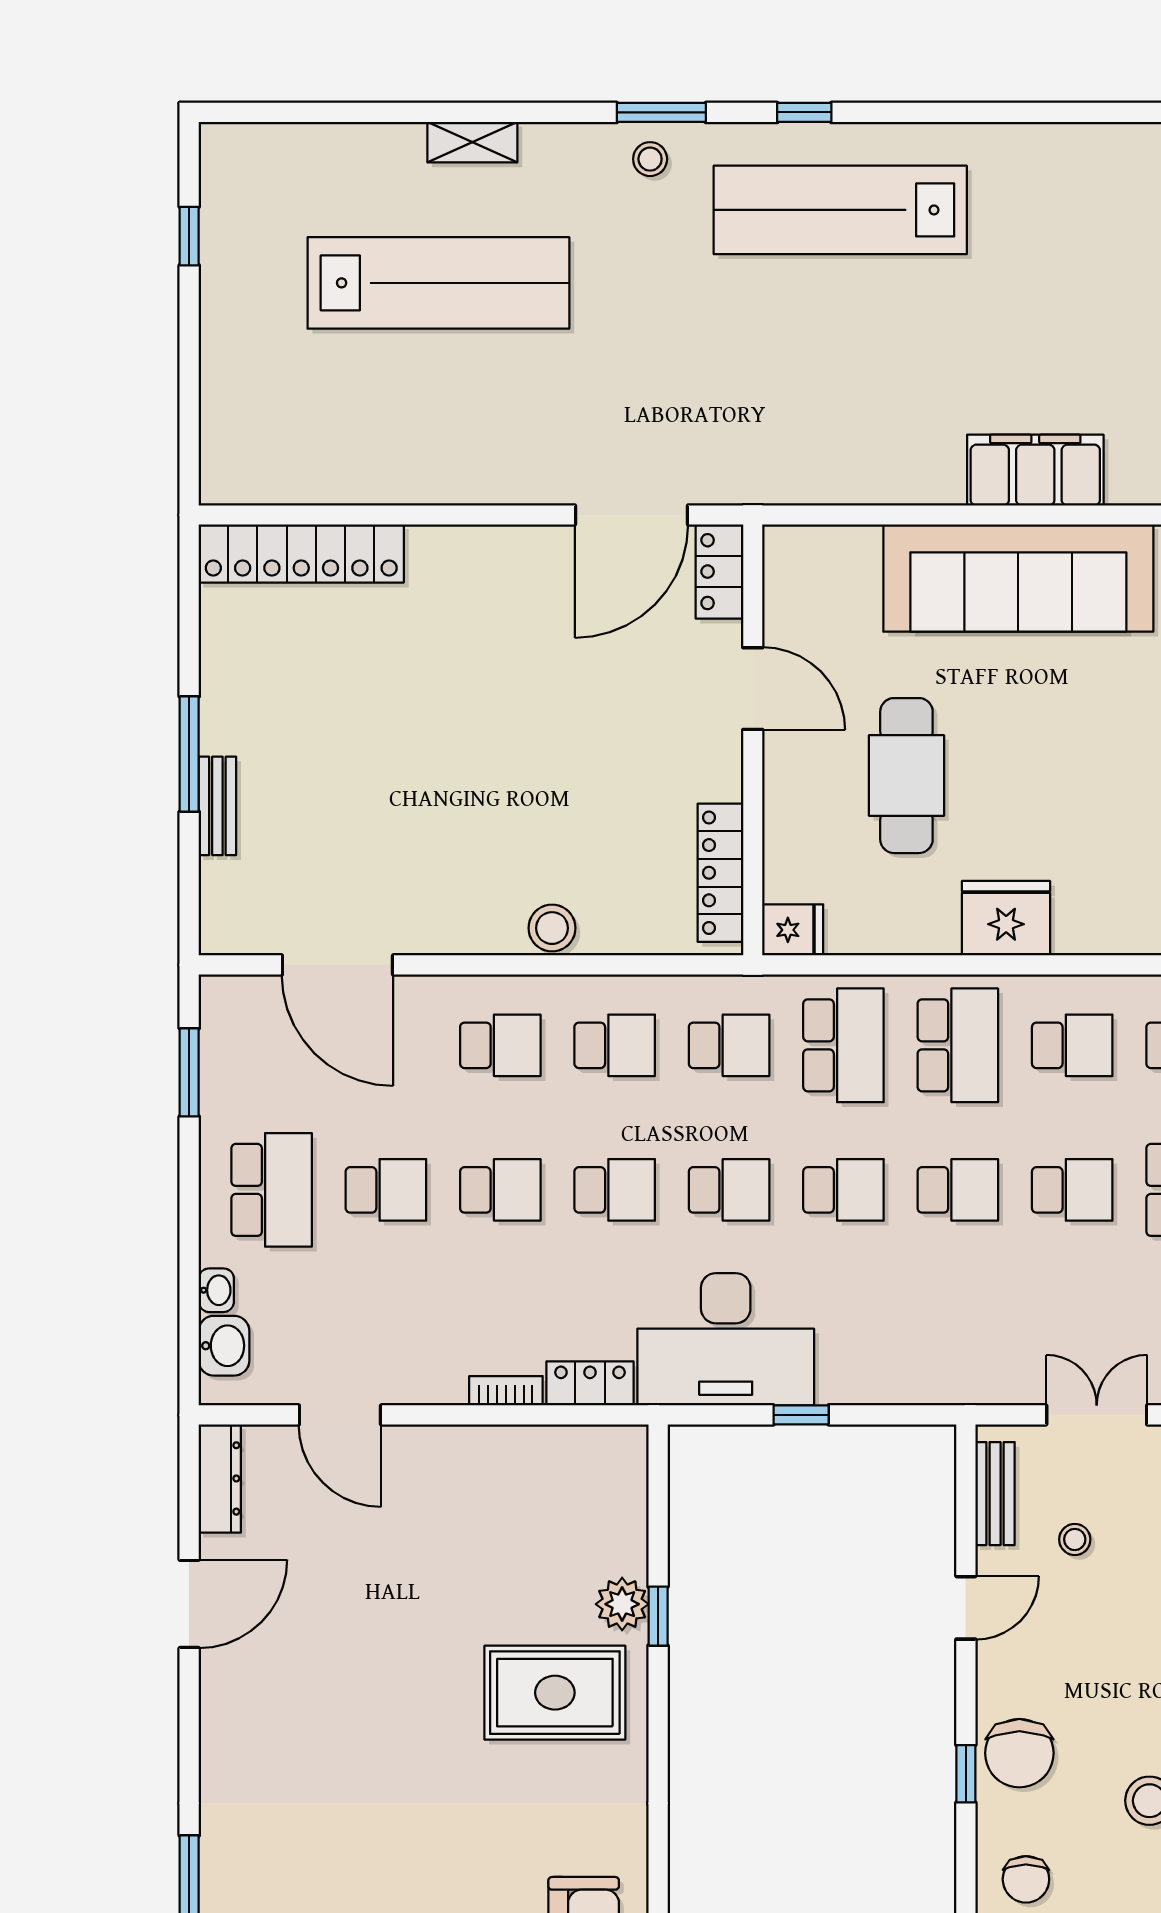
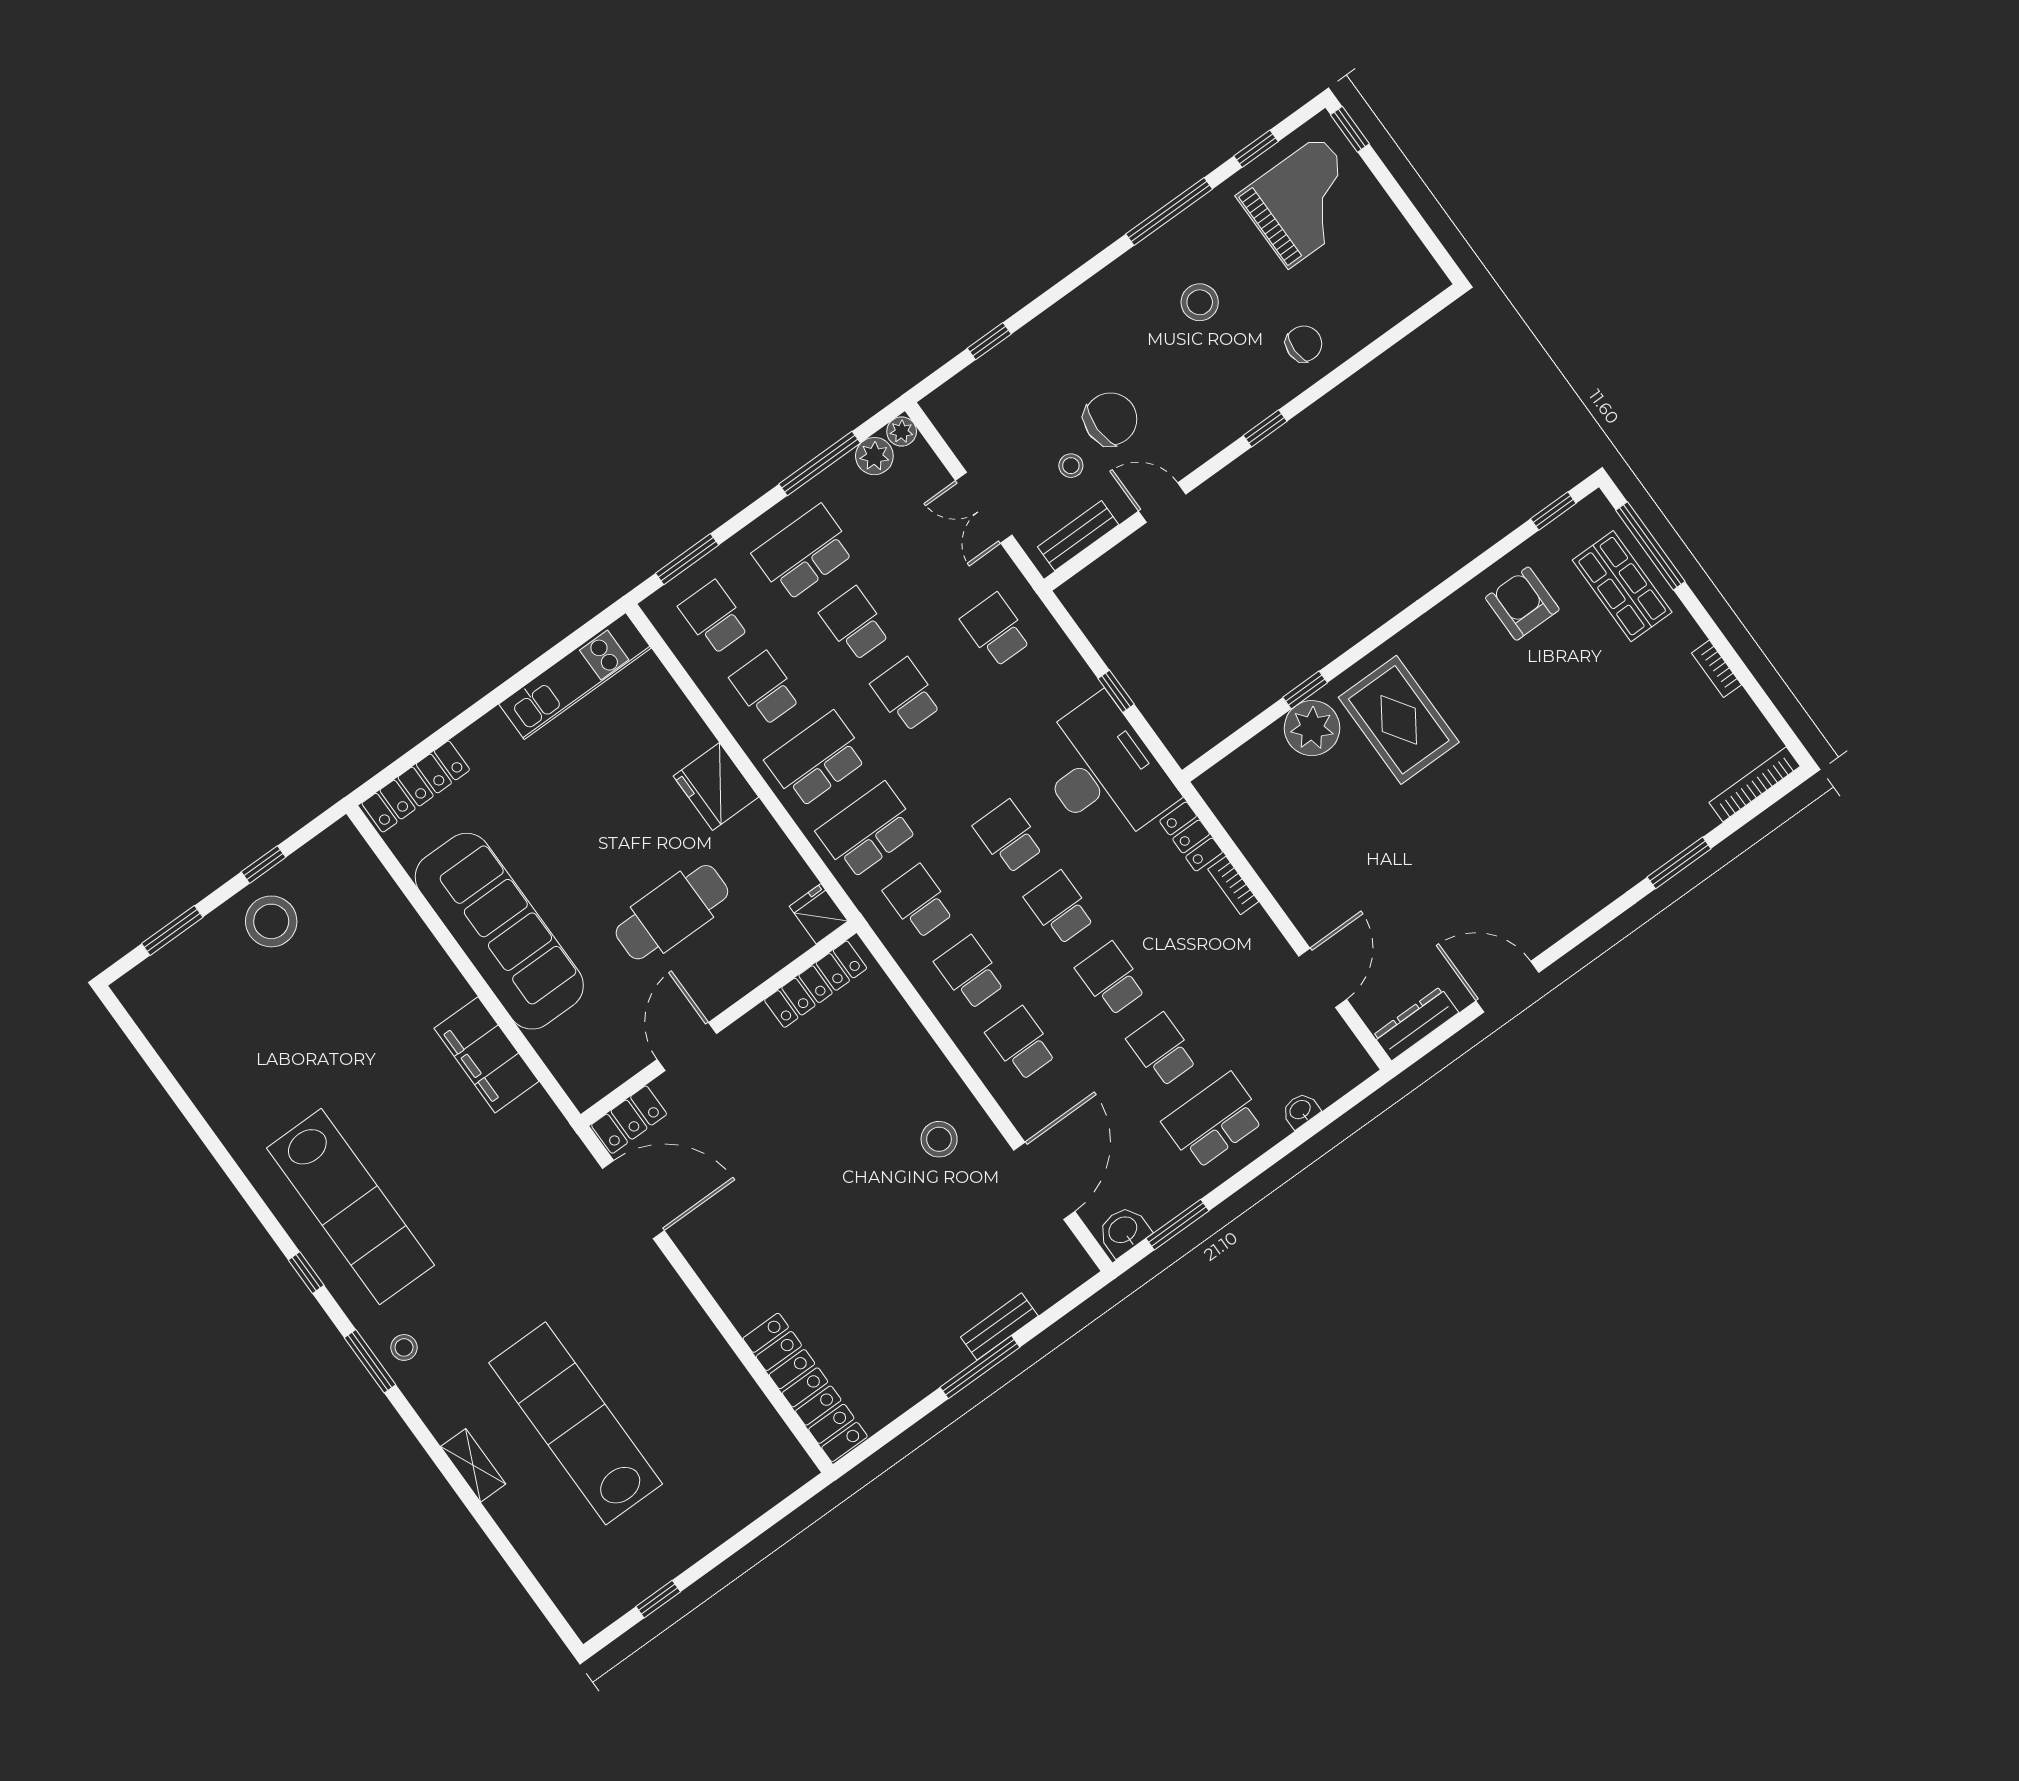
filing cabinet: (1035, 470) -> (487, 1055), moved
stool: (552, 928) -> (939, 1139), moved
school desk: (843, 1190) -> (996, 630), moved
washbasin: (224, 1346) -> (1123, 1231), moved
plant: (622, 1604) -> (1312, 728), width x1.36, depth x1.36
chair: (1019, 1753) -> (1110, 419), moved

